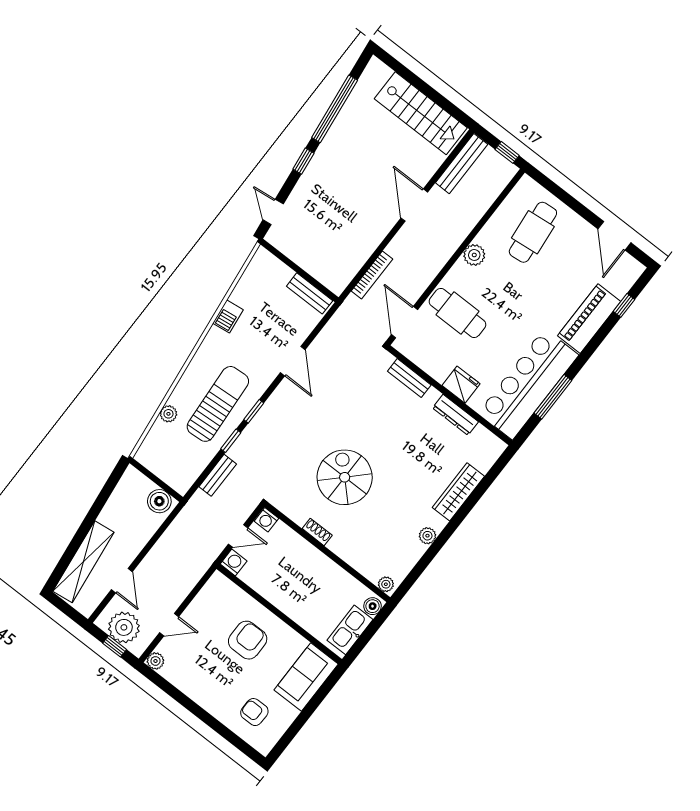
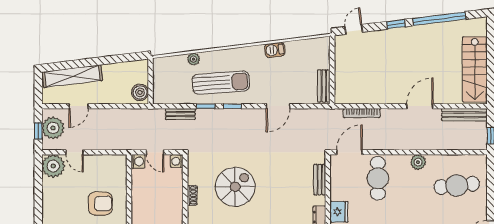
plant: (155, 661) -> (53, 166), width x1.88, depth x1.88

